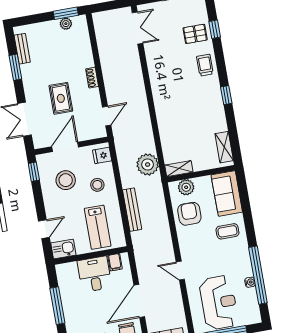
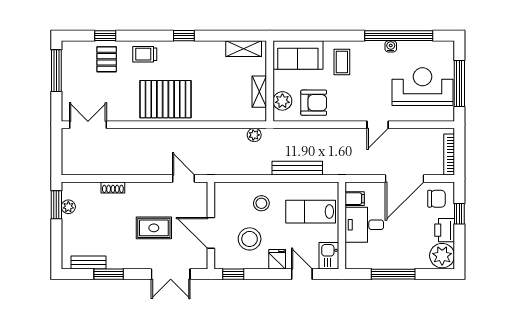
shoe rack: (92, 78) -> (113, 187), moved
pallet: (170, 89) -> (166, 99), added
fridge: (102, 155) -> (277, 259), moved, turned 180
plant: (148, 165) -> (254, 135), width x0.53, depth x0.53
shelving: (179, 169) -> (259, 92), moved
armchair: (189, 214) -> (314, 103), turned 180
lab bench: (98, 227) -> (311, 212), turned 180
water cooler: (250, 282) -> (391, 46), moved
door: (139, 301) -> (405, 178), hinge flipped

